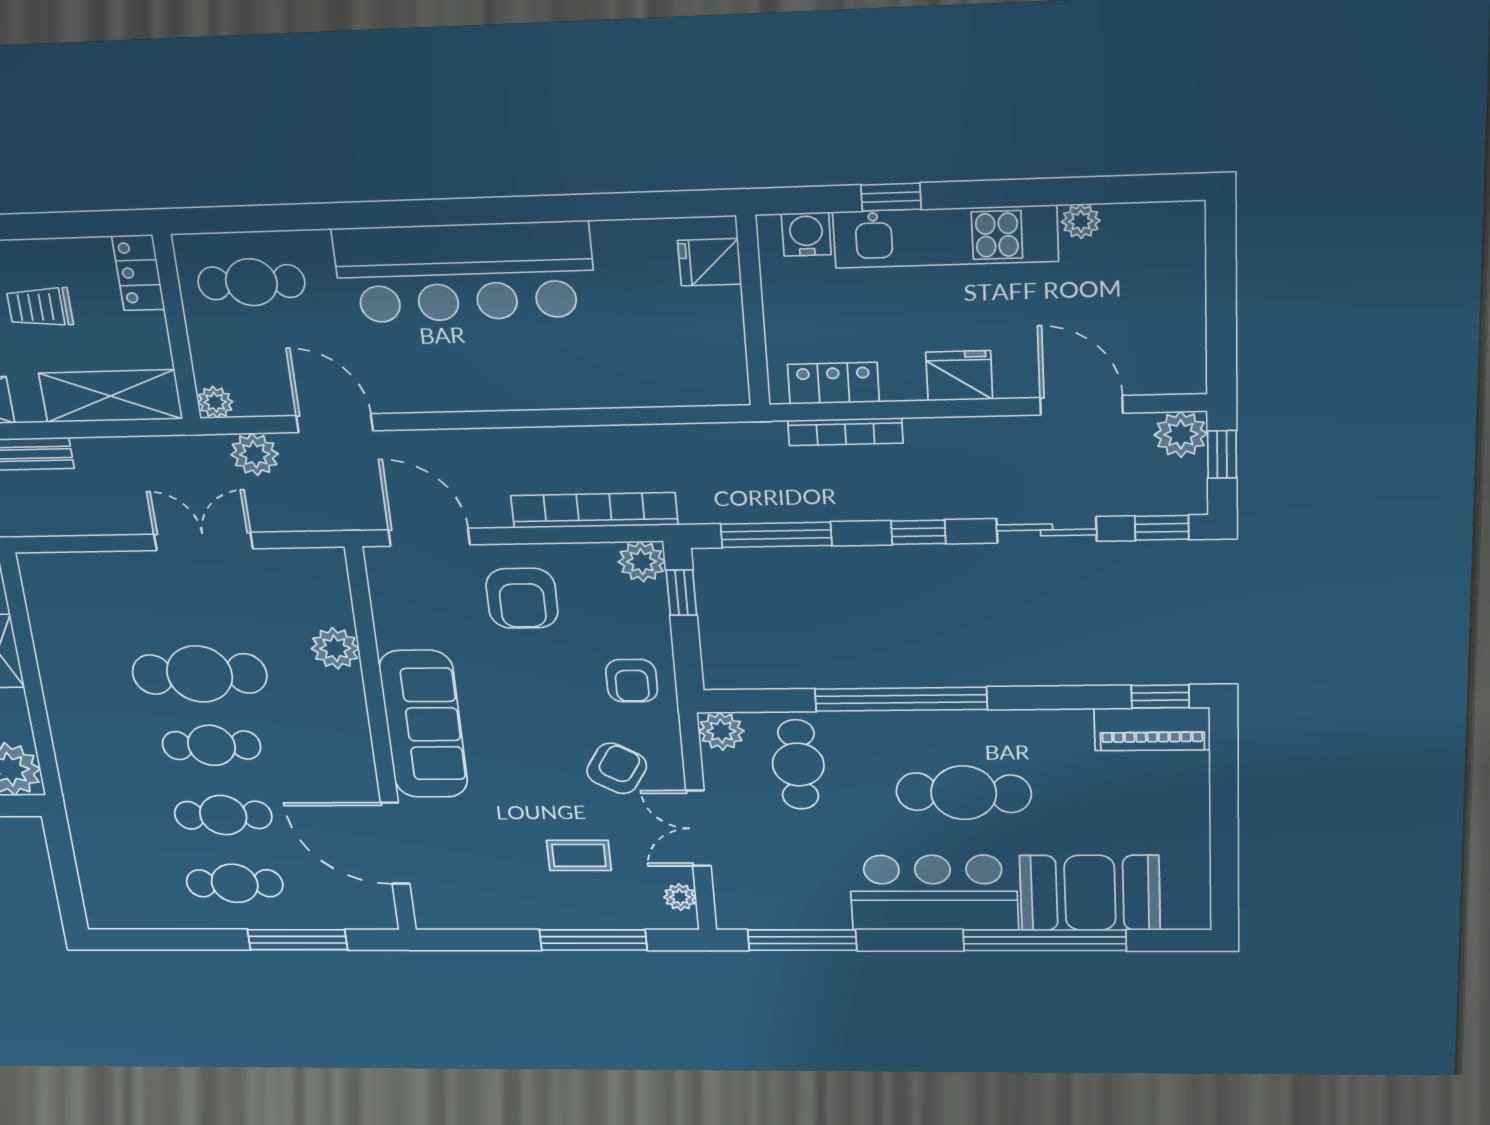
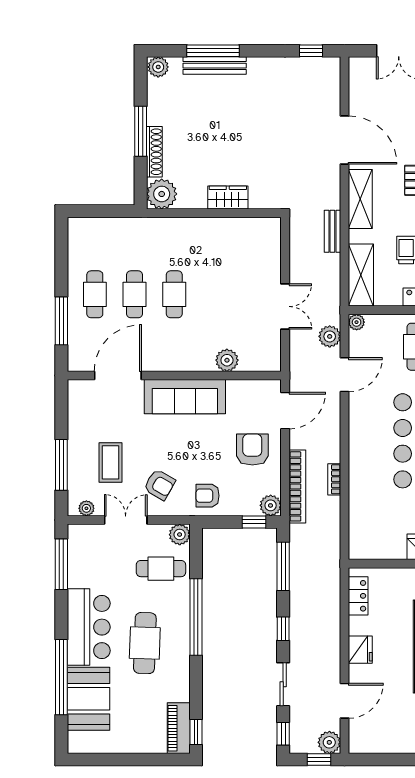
bookcase: (845, 432) -> (334, 479), moved, width x0.64
armchair: (522, 598) -> (252, 450), turned 90
cafe table: (200, 674) -> (214, 294), removed
coffee table: (579, 855) -> (111, 462), width x1.36, depth x1.30

